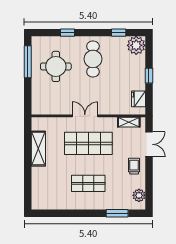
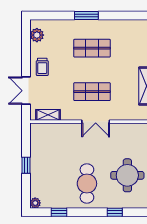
plant: (136, 45) -> (35, 203), width x0.53, depth x0.53
fridge: (138, 99) -> (37, 140), removed
shop shelf: (88, 143) -> (92, 92), width x0.70, depth x0.74
window: (117, 213) -> (86, 16), moved

